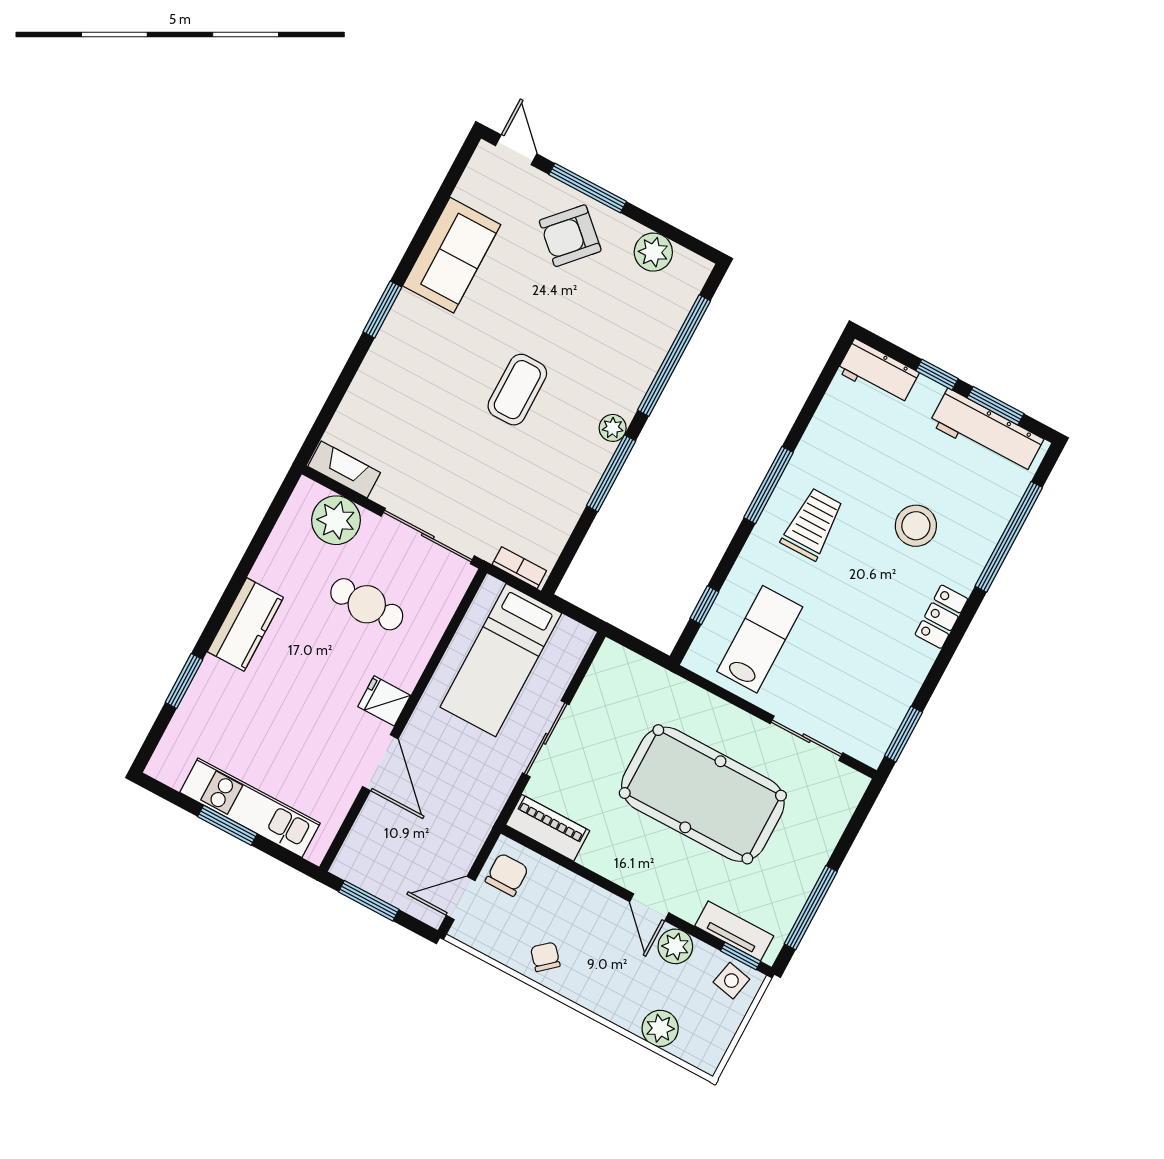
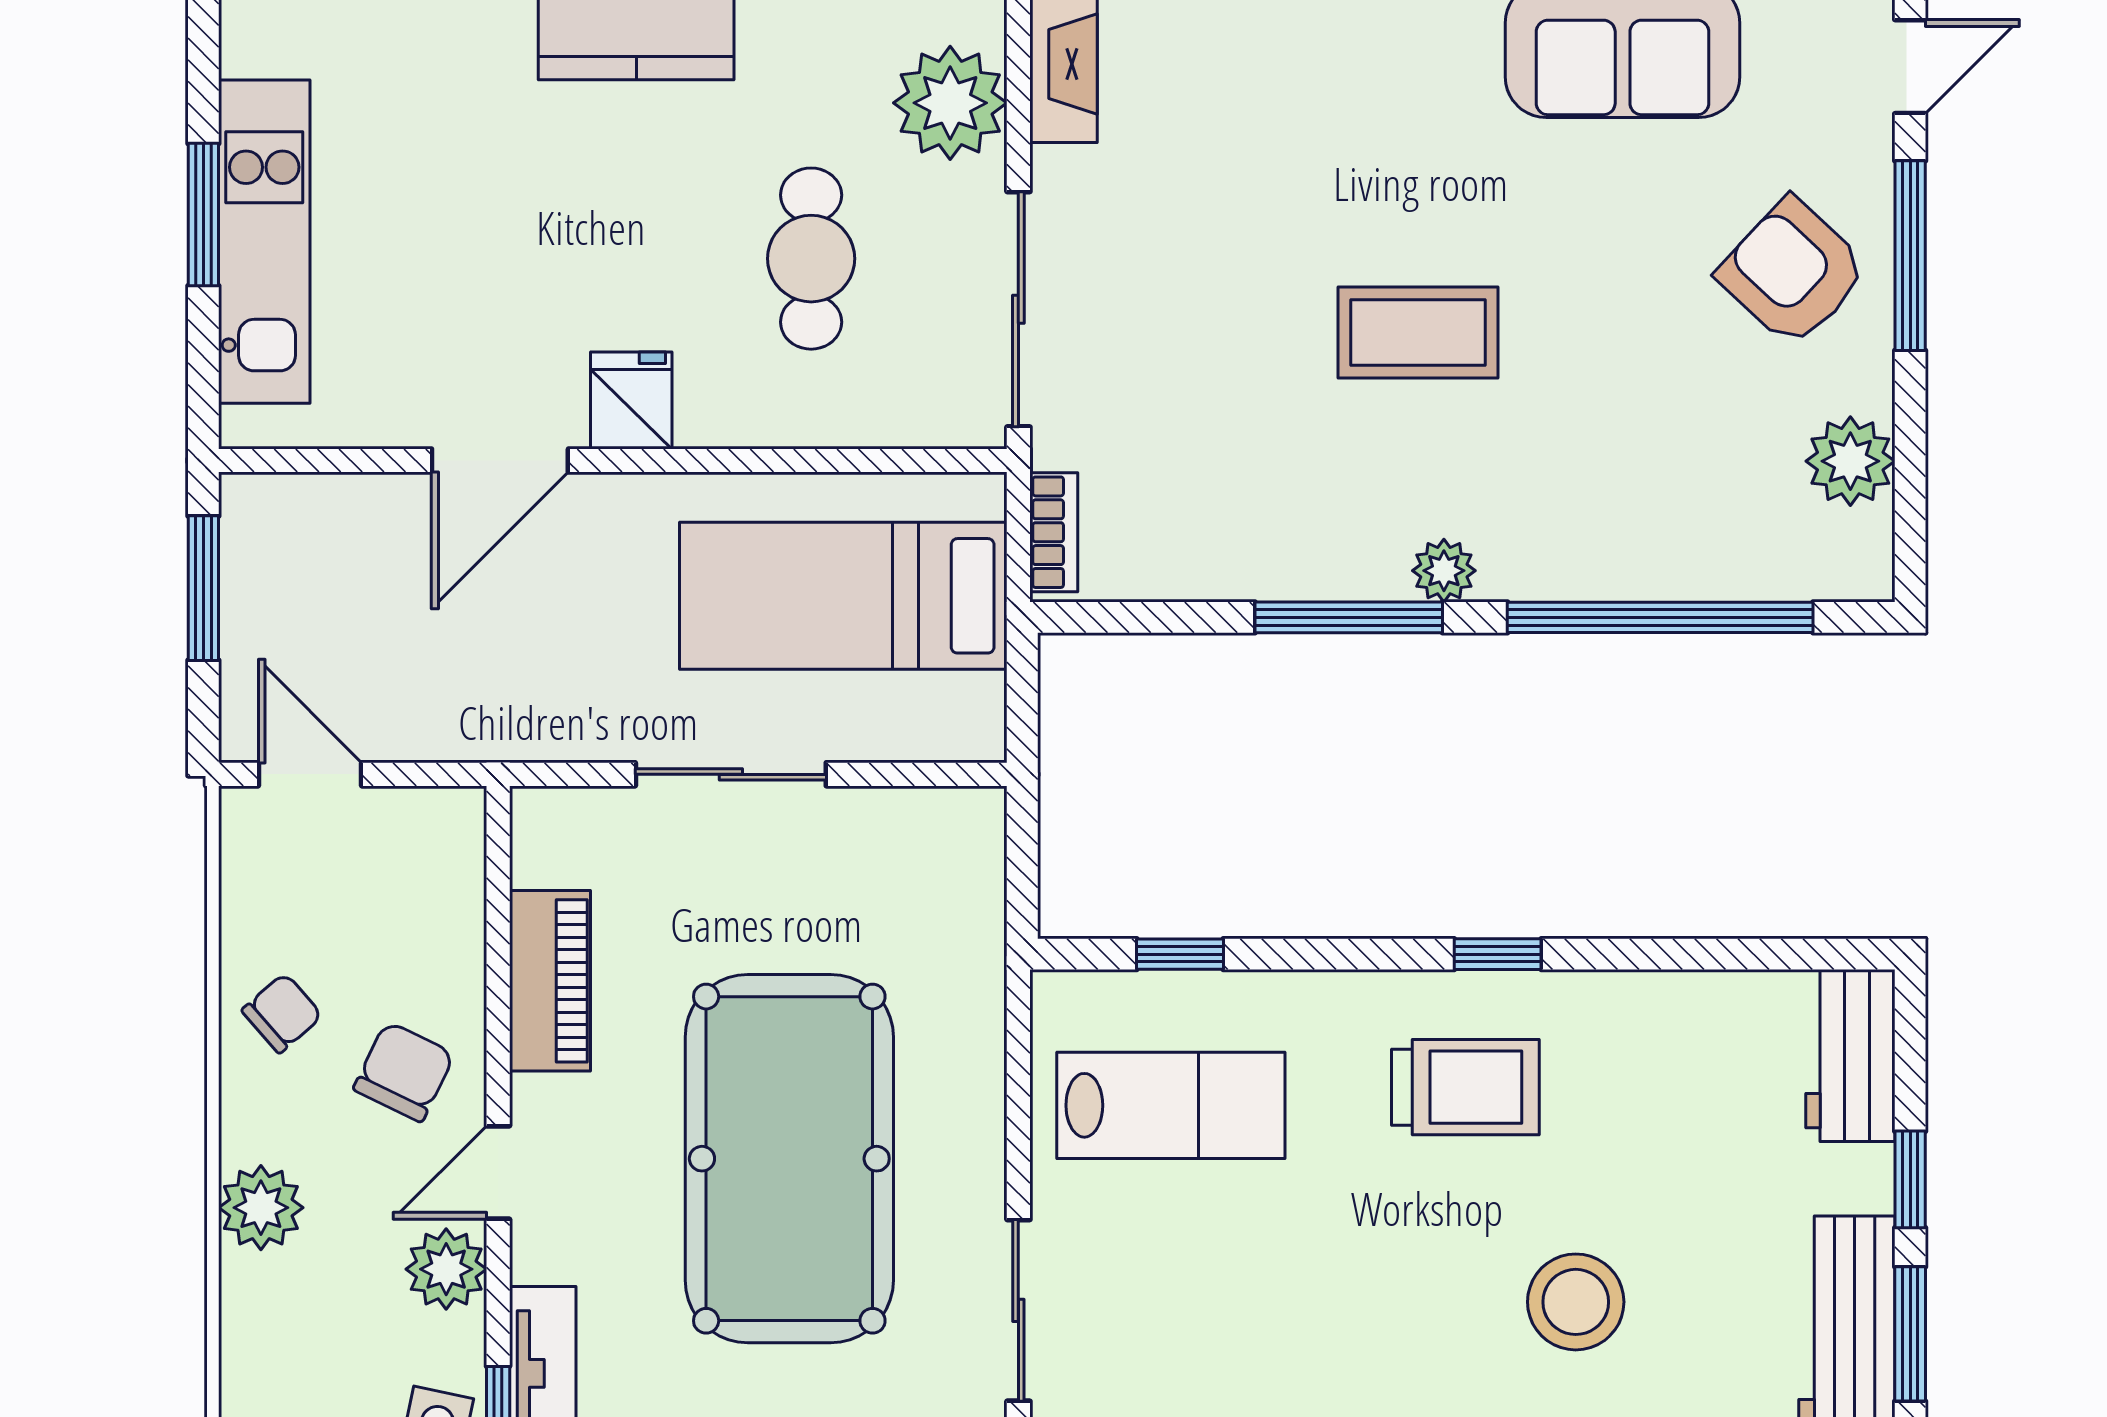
window: (769, 485) -> (1498, 954), width x0.46
piano: (548, 828) -> (550, 981), moved
chair: (507, 875) -> (404, 1072), moved, turned -64
plant: (660, 1028) -> (261, 1208), moved

